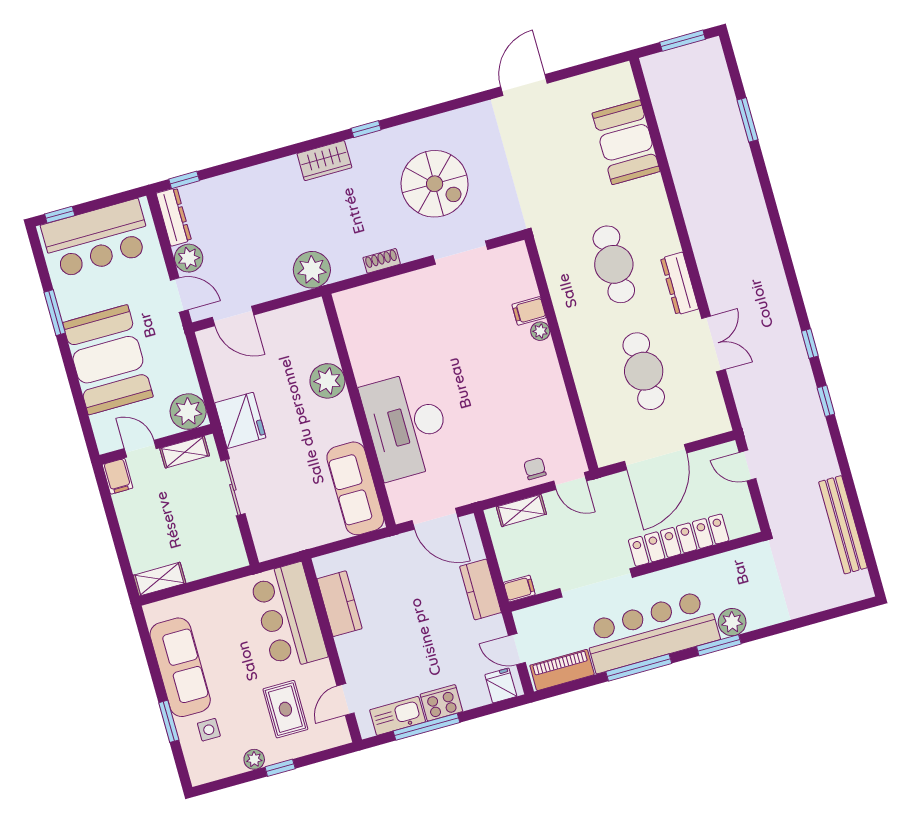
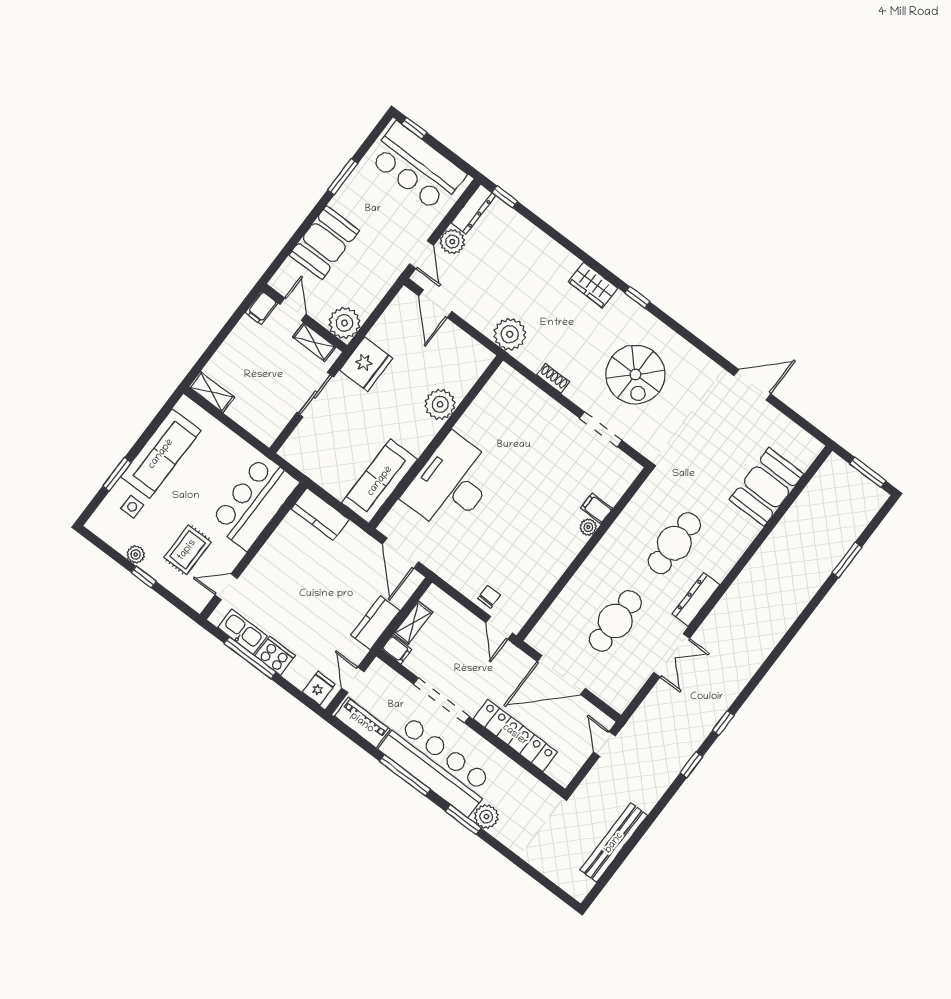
booth: (108, 360) -> (324, 243), width x0.73, depth x0.70
shelving: (521, 511) -> (413, 623), moved, turned 90
kitchen counter: (340, 604) -> (320, 514), moved, turned 90

